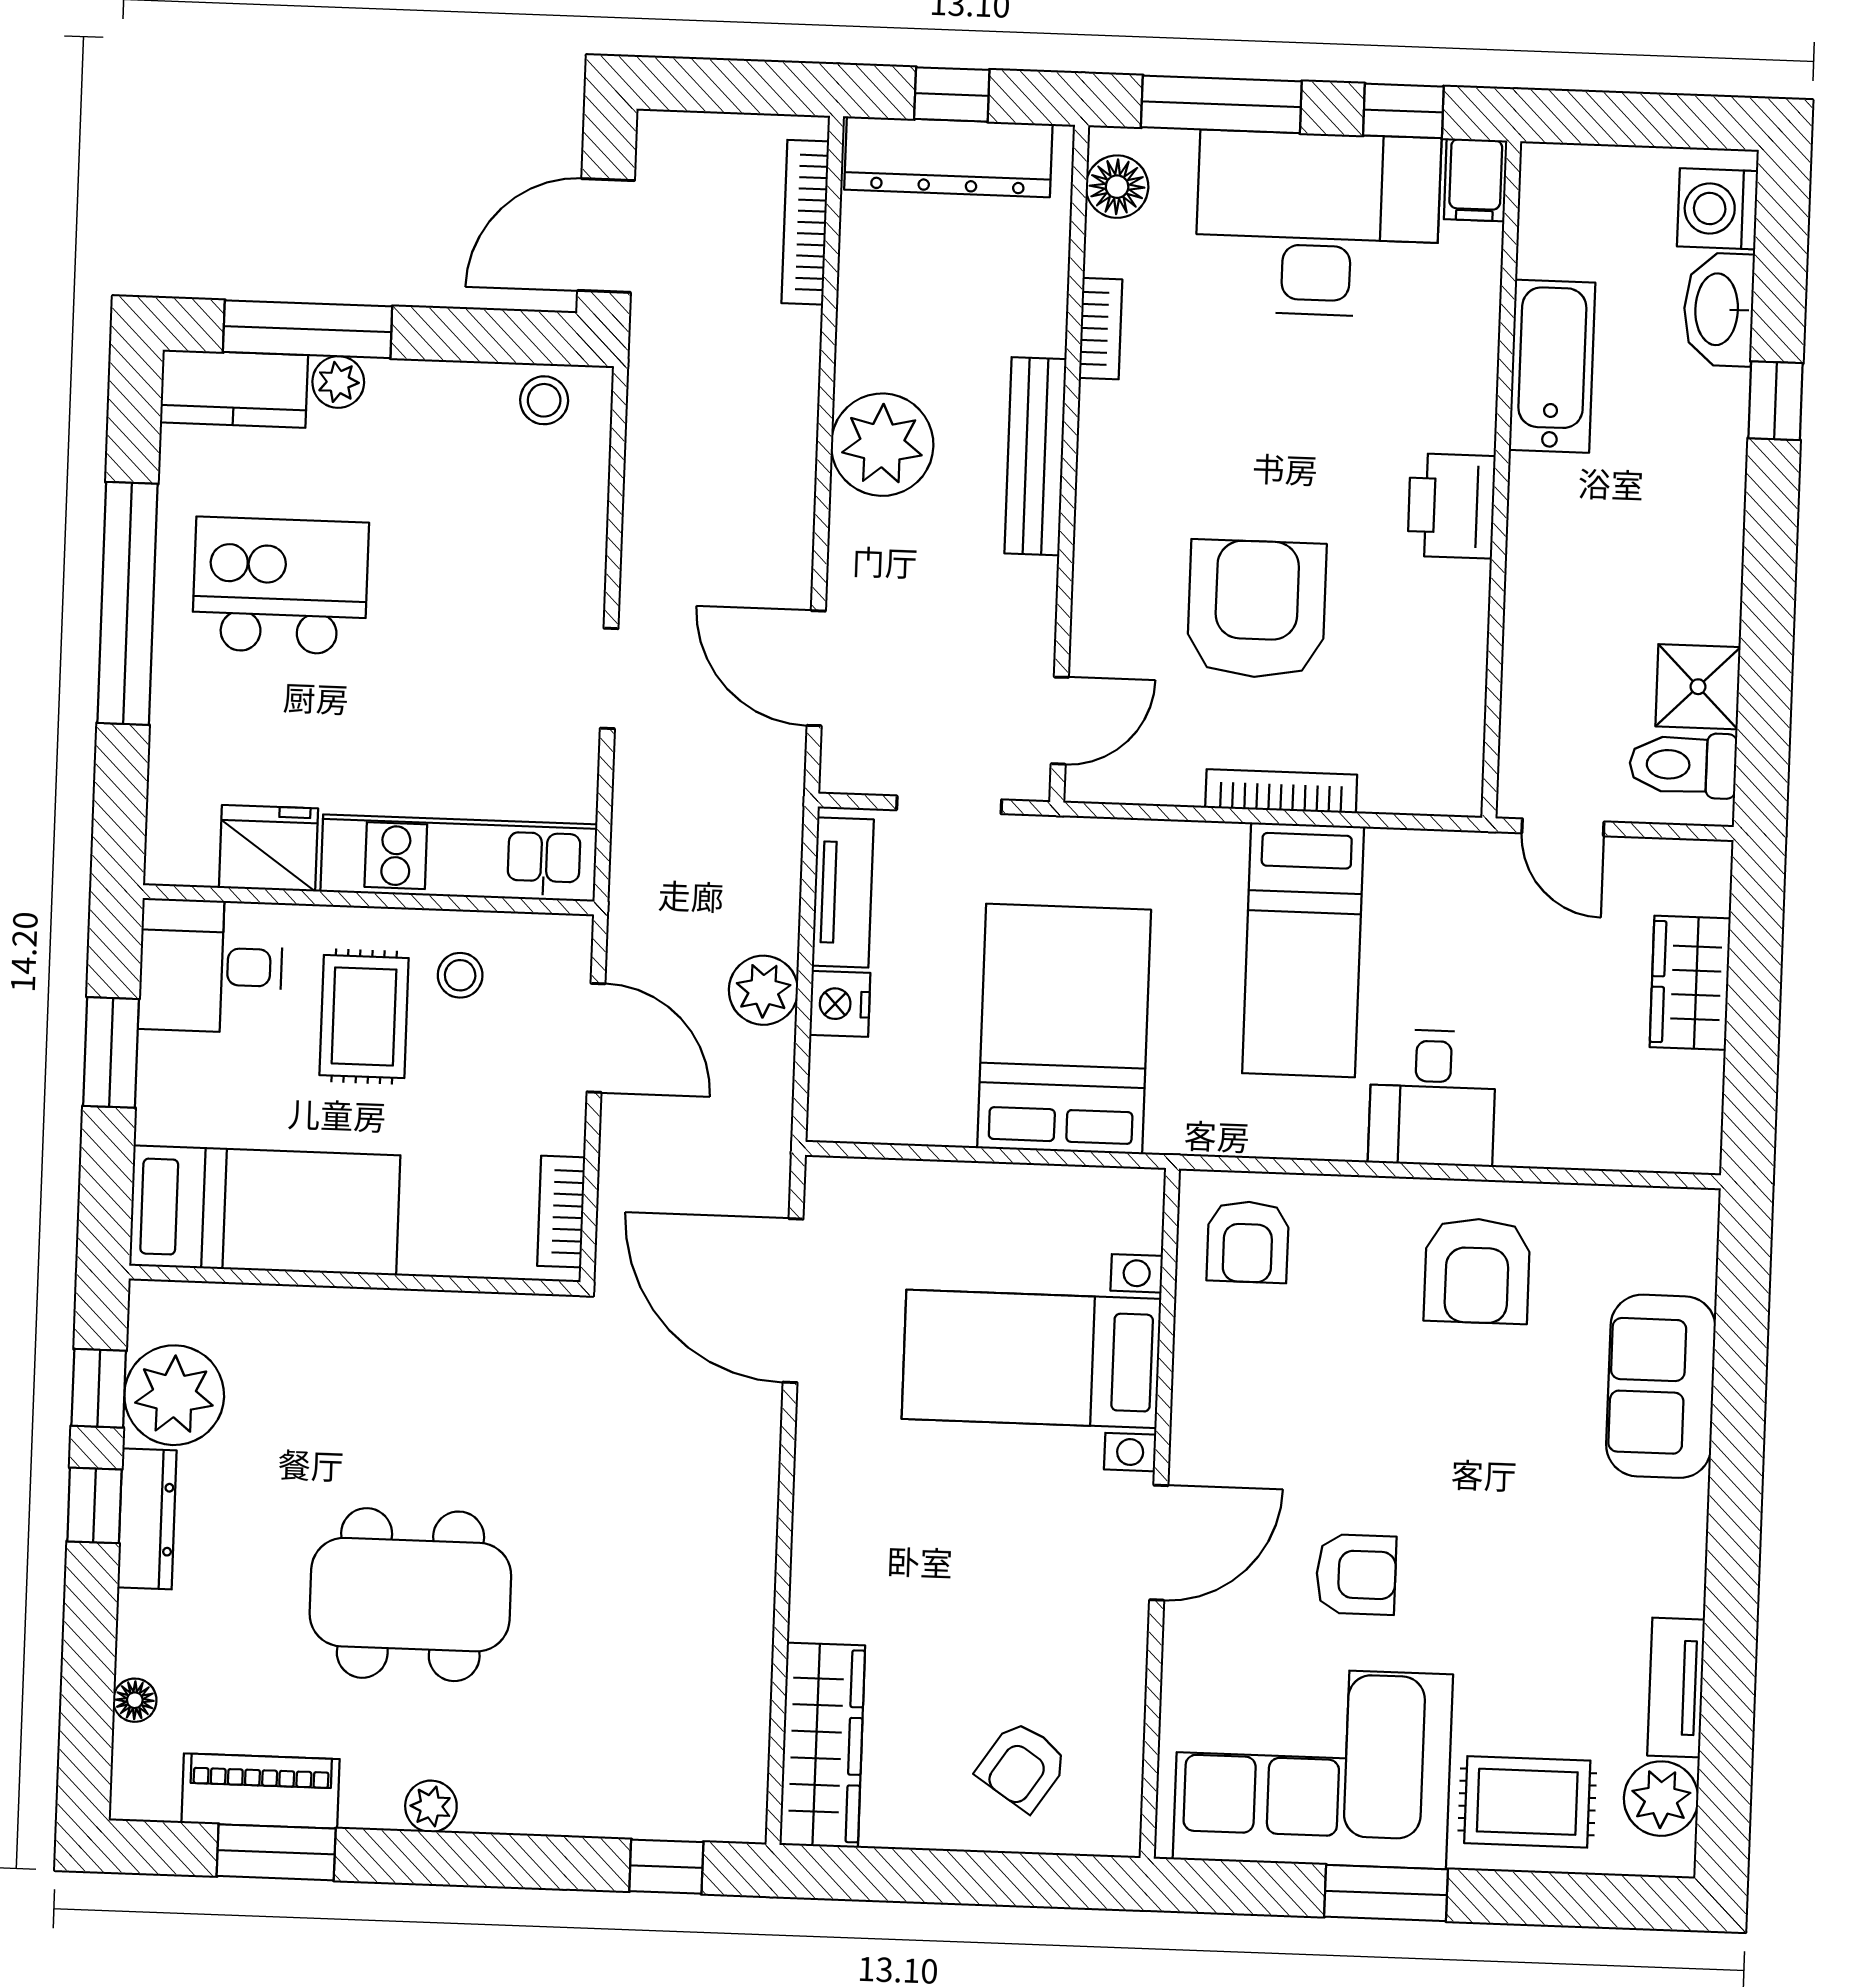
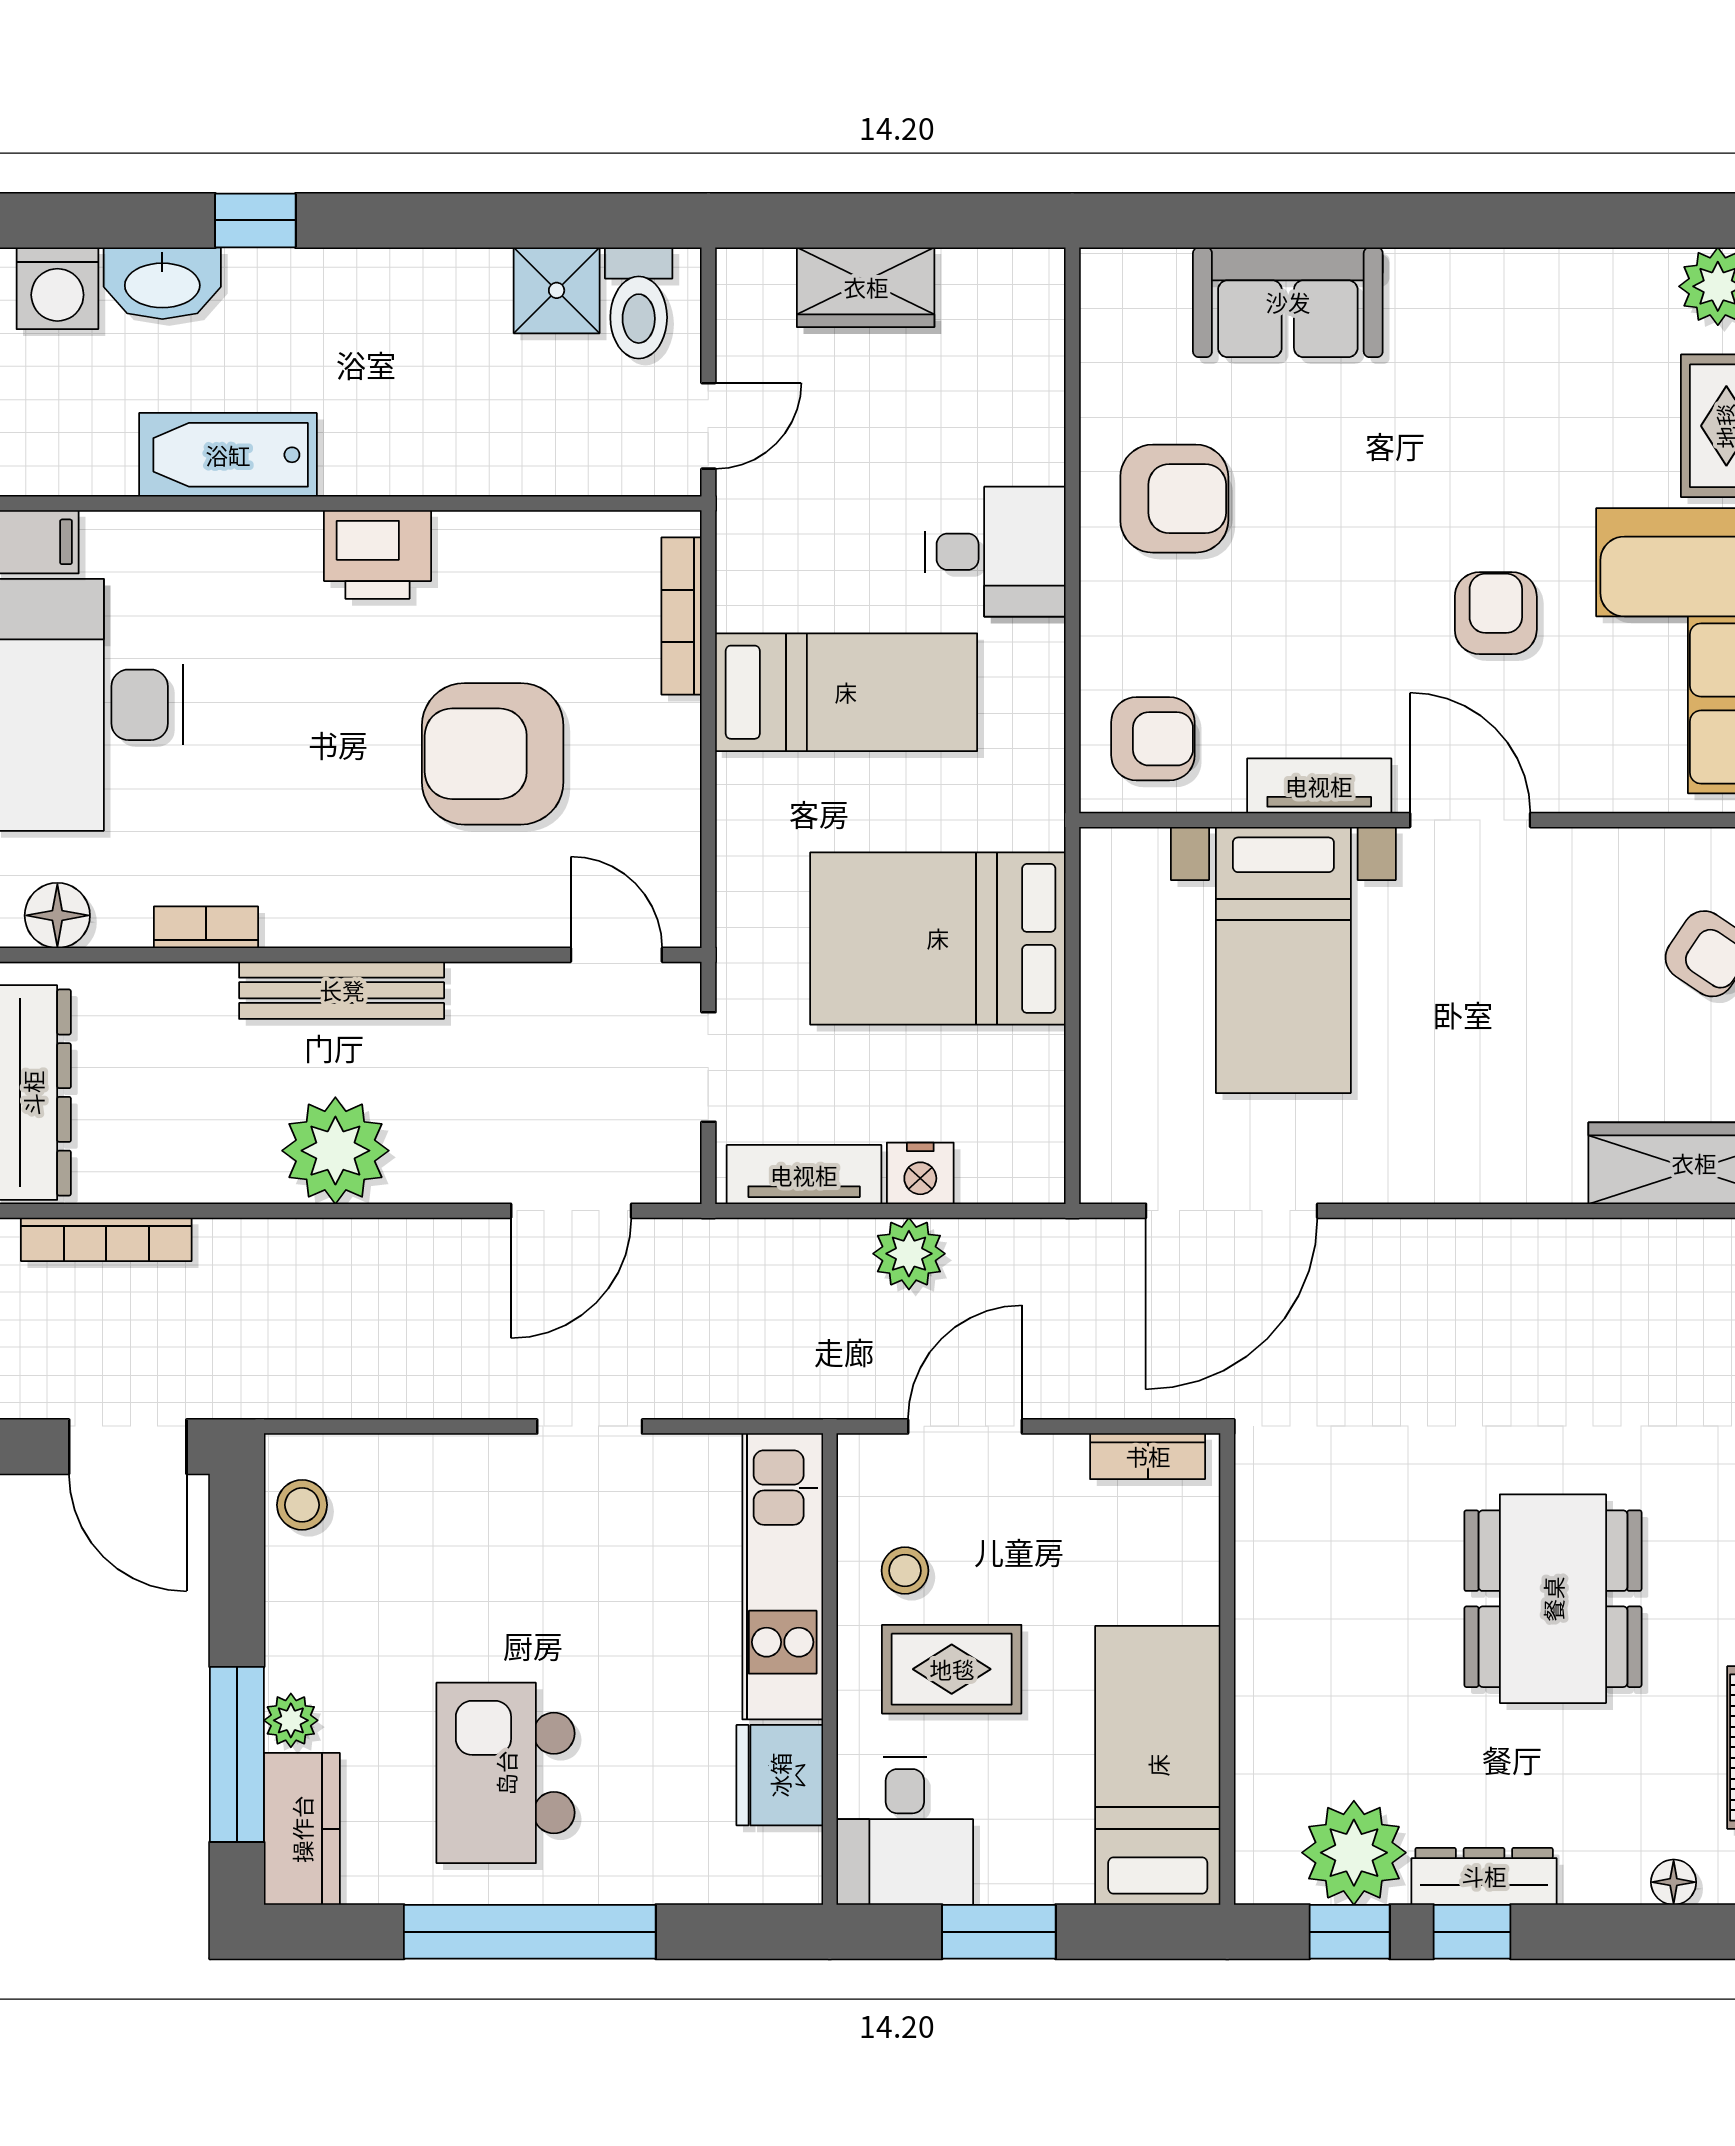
bookcase: (1281, 791) -> (682, 616), moved
tv unit: (1676, 1688) -> (1319, 786), moved, turned 180

